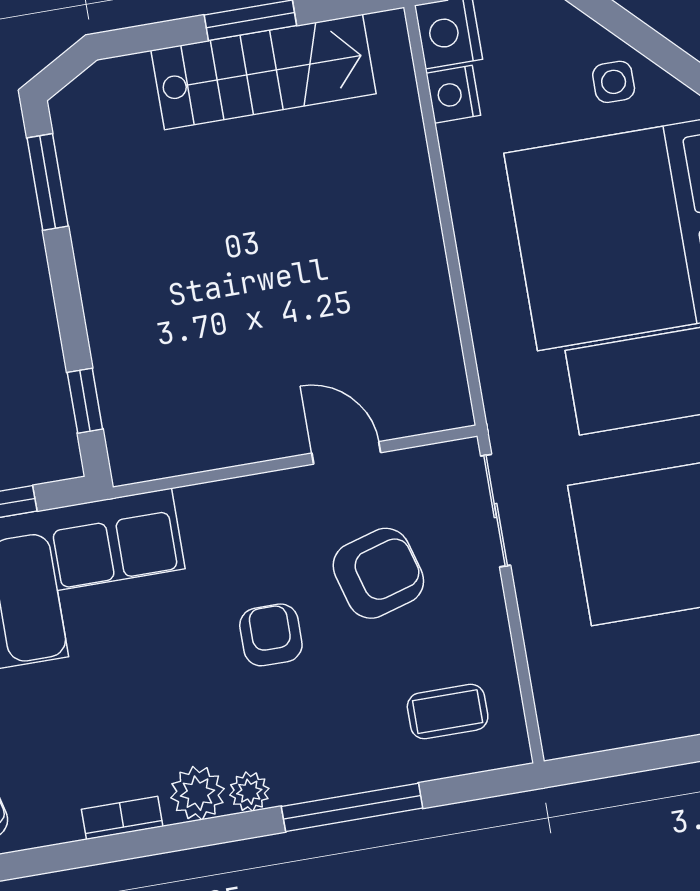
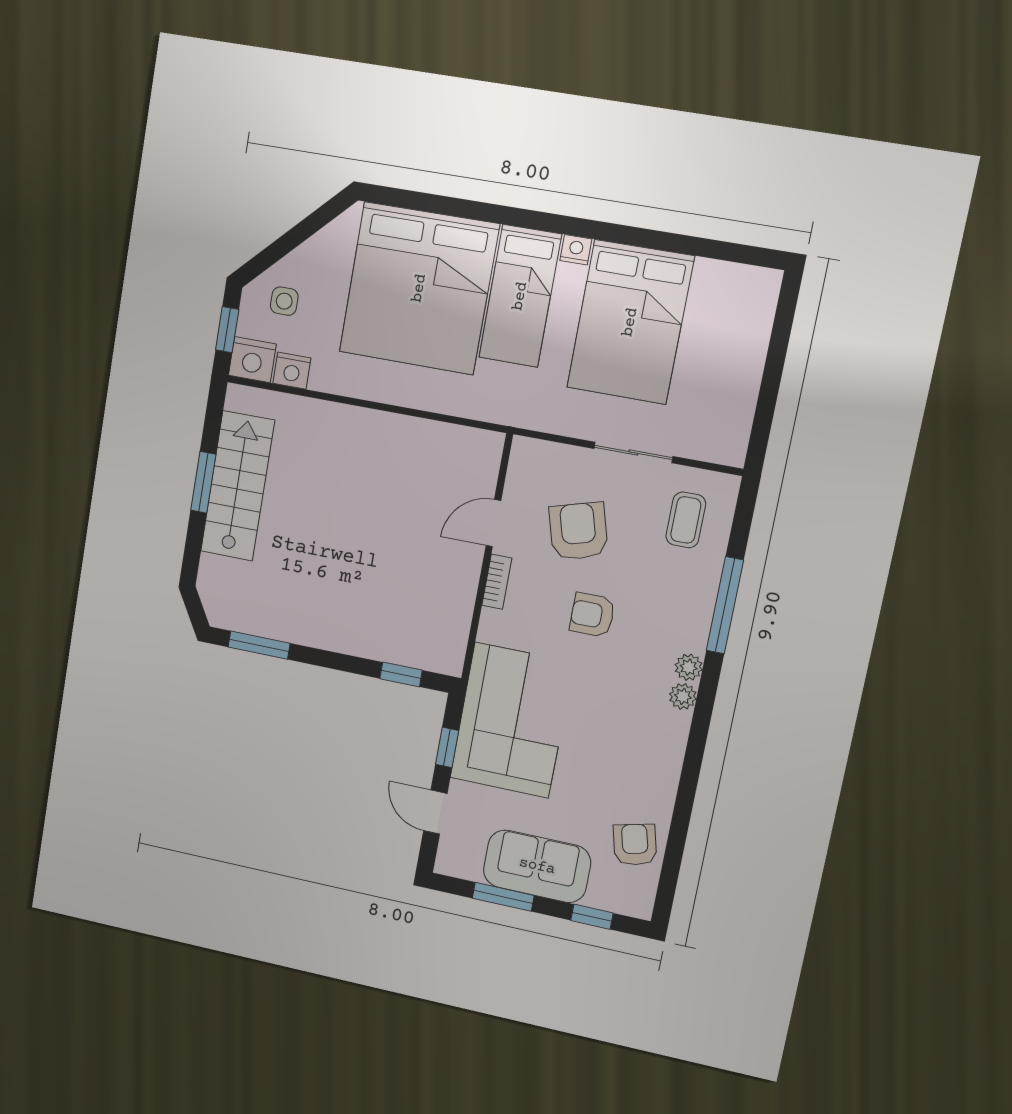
side table: (614, 82) -> (284, 301), moved
sliding door: (496, 511) -> (633, 453), moved
plant: (197, 793) -> (683, 696), width x0.73, depth x0.73
bookcase: (122, 818) -> (497, 582), moved, turned 180

